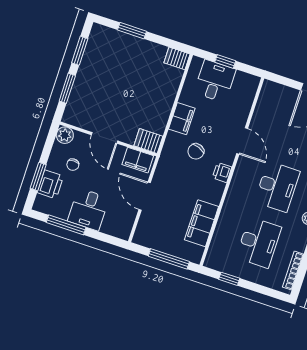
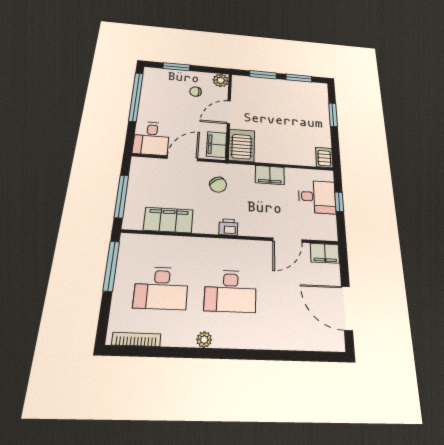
filing cabinet: (269, 94) -> (325, 253), added
server rack: (148, 141) -> (242, 145), width x1.36, depth x1.44
door: (242, 141) -> (287, 240), moved
chair: (196, 151) -> (218, 185), moved, turned -142
printer: (50, 184) -> (172, 77), removed
desk: (88, 209) -> (151, 138), moved, turned -90
window: (66, 225) -> (136, 97), width x1.46
window: (229, 279) -> (111, 266), width x2.17

